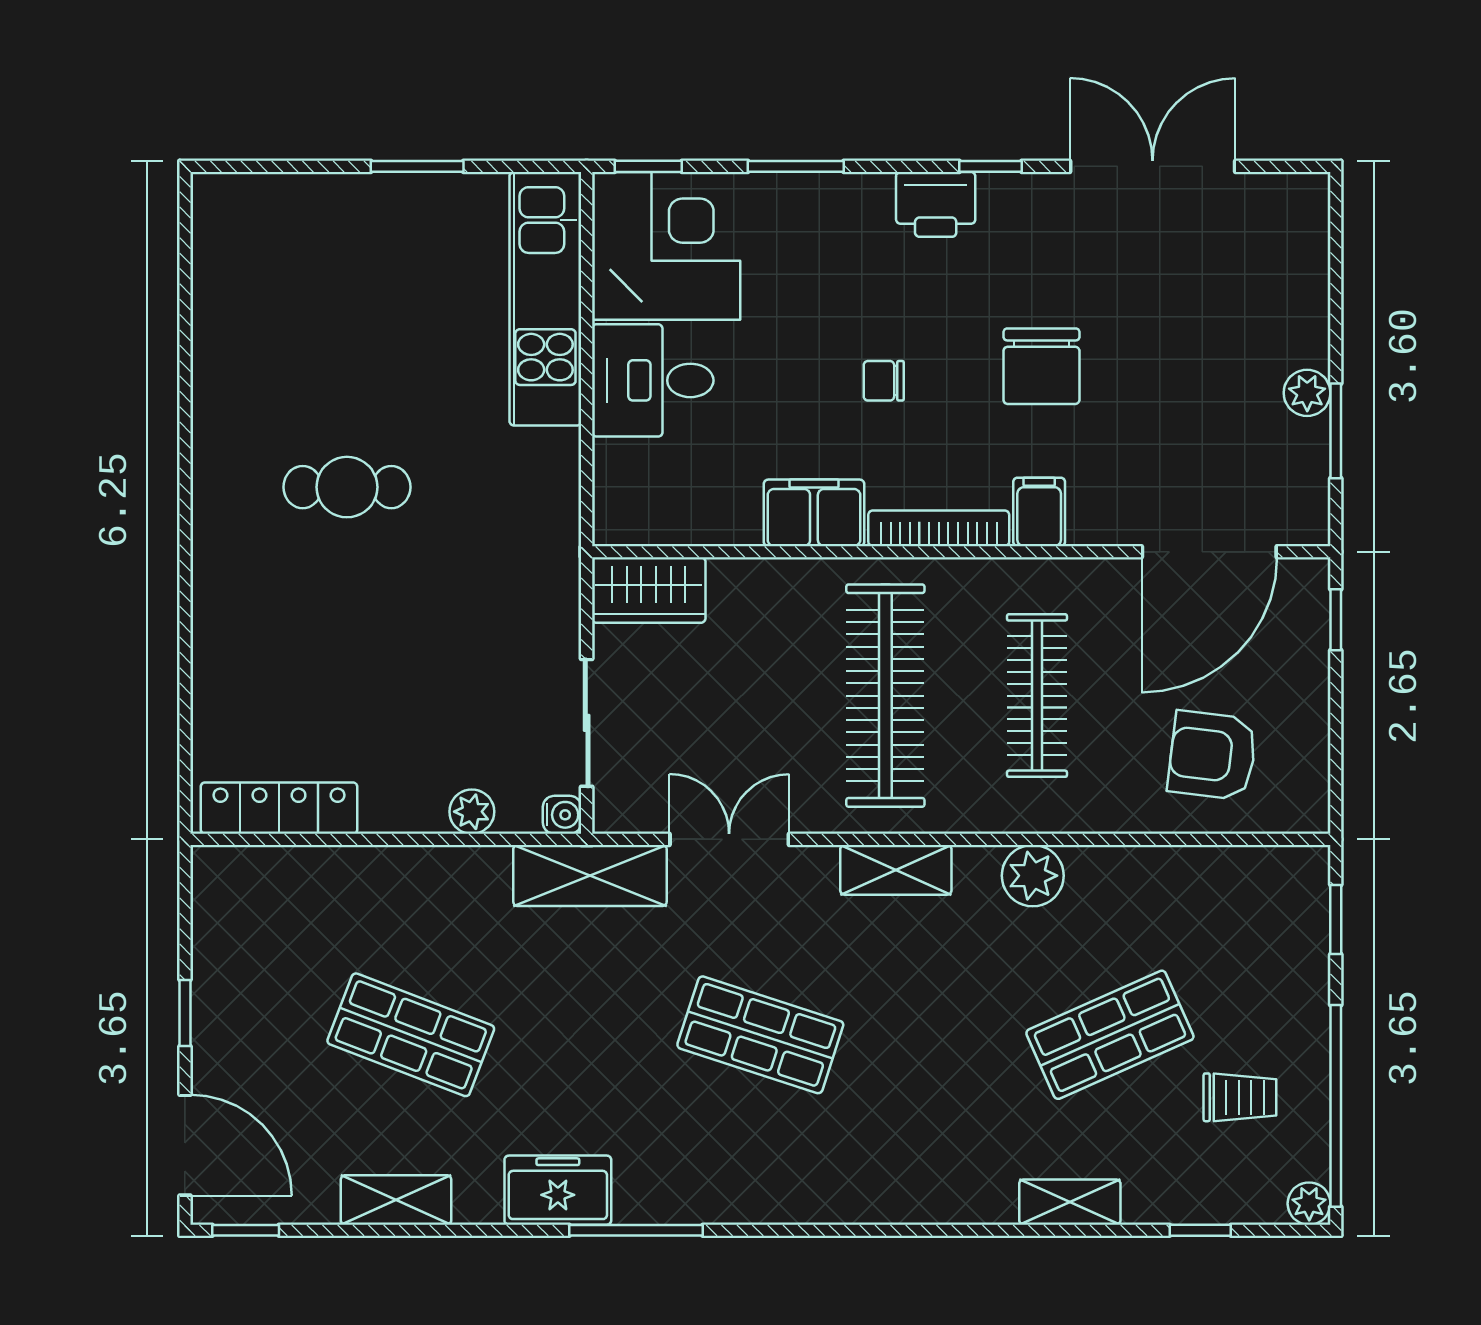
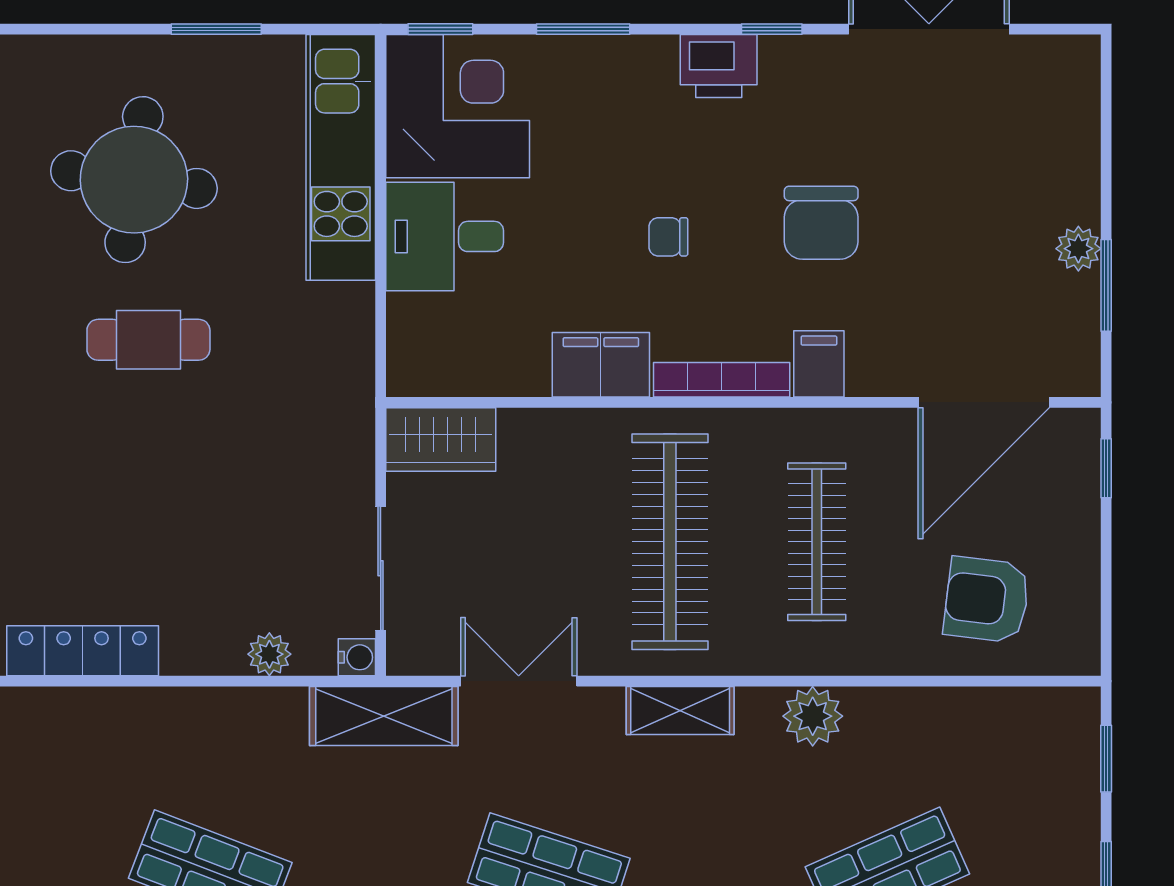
round table: (332, 322) -> (134, 180), added

